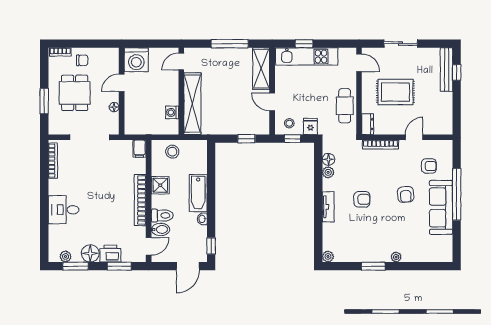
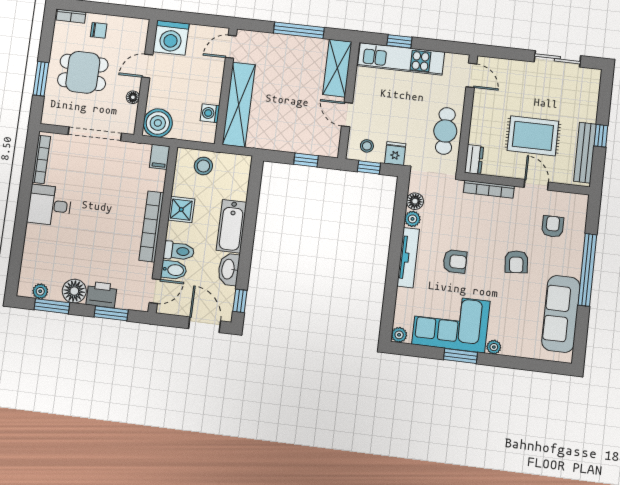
sliding door: (401, 44) -> (557, 59), moved
bench: (447, 69) -> (585, 153), moved
window: (457, 73) -> (601, 136), moved
rug: (395, 92) -> (533, 136), moved
dining table: (75, 93) -> (83, 72), turned 90
boiler: (135, 124) -> (158, 123), added
door: (414, 137) -> (536, 185), hinge flipped
armchair: (429, 166) -> (553, 226), turned -90
tv unit: (328, 207) -> (408, 258), width x1.41
sofa: (441, 207) -> (561, 314), moved
desk: (64, 210) -> (49, 205), moved
washbasin: (202, 219) -> (229, 269), width x1.91, depth x1.45
corner sofa: (364, 243) -> (451, 323), added
door: (188, 266) -> (205, 325), swing flipped

